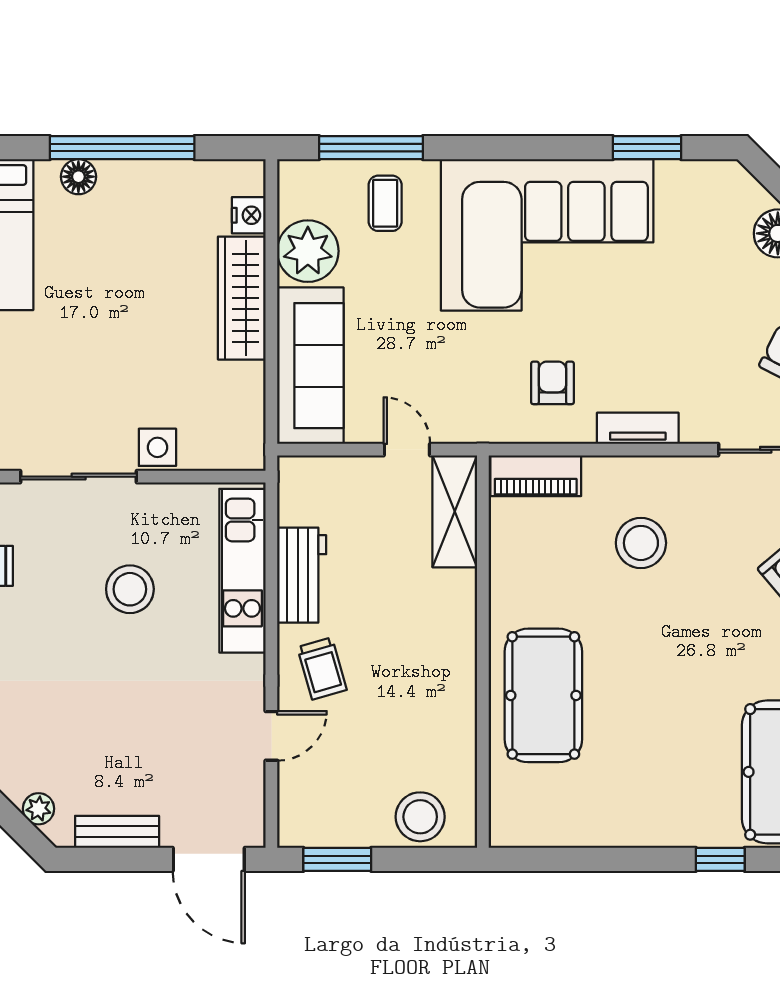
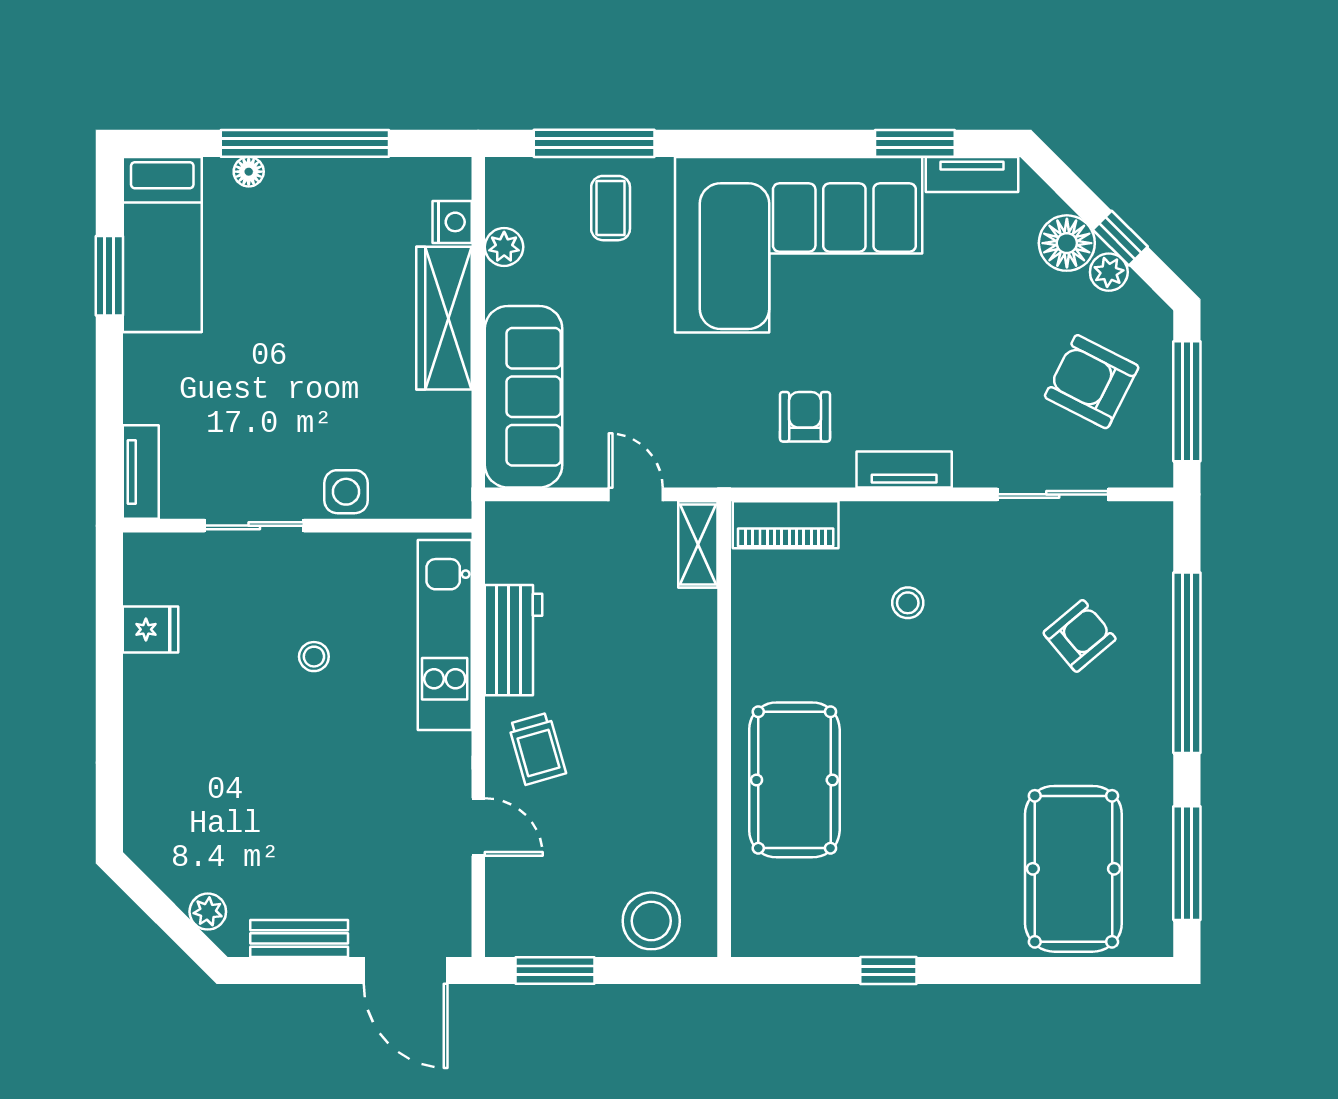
tv unit: (696, 174) -> (972, 174), added
floor lamp: (78, 177) -> (249, 172), width x0.73, depth x0.73
plant: (308, 251) -> (504, 247), width x0.53, depth x0.53
sliding door: (79, 477) -> (254, 526), width x0.73
shelving: (455, 511) -> (698, 544), width x0.67, depth x0.75
stool: (641, 543) -> (908, 603), width x0.53, depth x0.53
stool: (130, 589) -> (314, 657), width x0.53, depth x0.53
door: (271, 736) -> (478, 827), hinge flipped
window: (720, 859) -> (888, 971), moved

